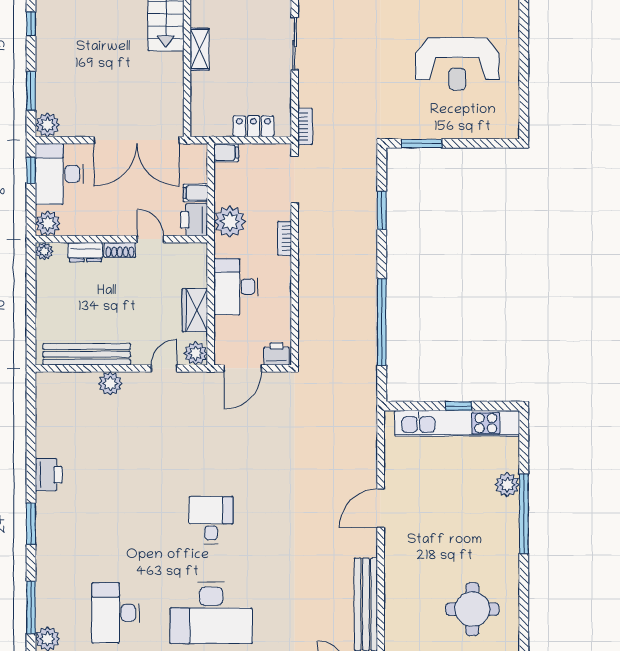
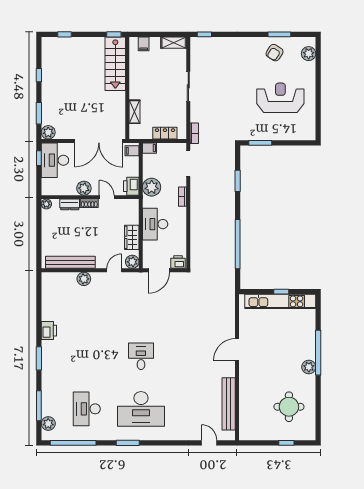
shelving: (200, 49) -> (134, 112), moved
reception desk: (457, 64) -> (280, 98), turned 180
filing cabinet: (195, 193) -> (132, 151), moved
plant: (48, 223) -> (84, 188), moved
plant: (507, 485) -> (309, 367), moved

